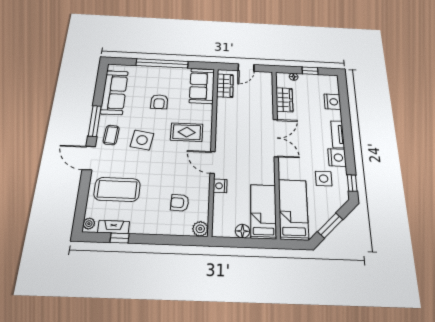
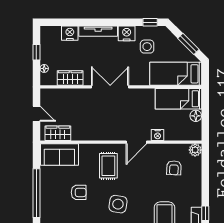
tv unit: (338, 134) -> (98, 31), width x1.41

